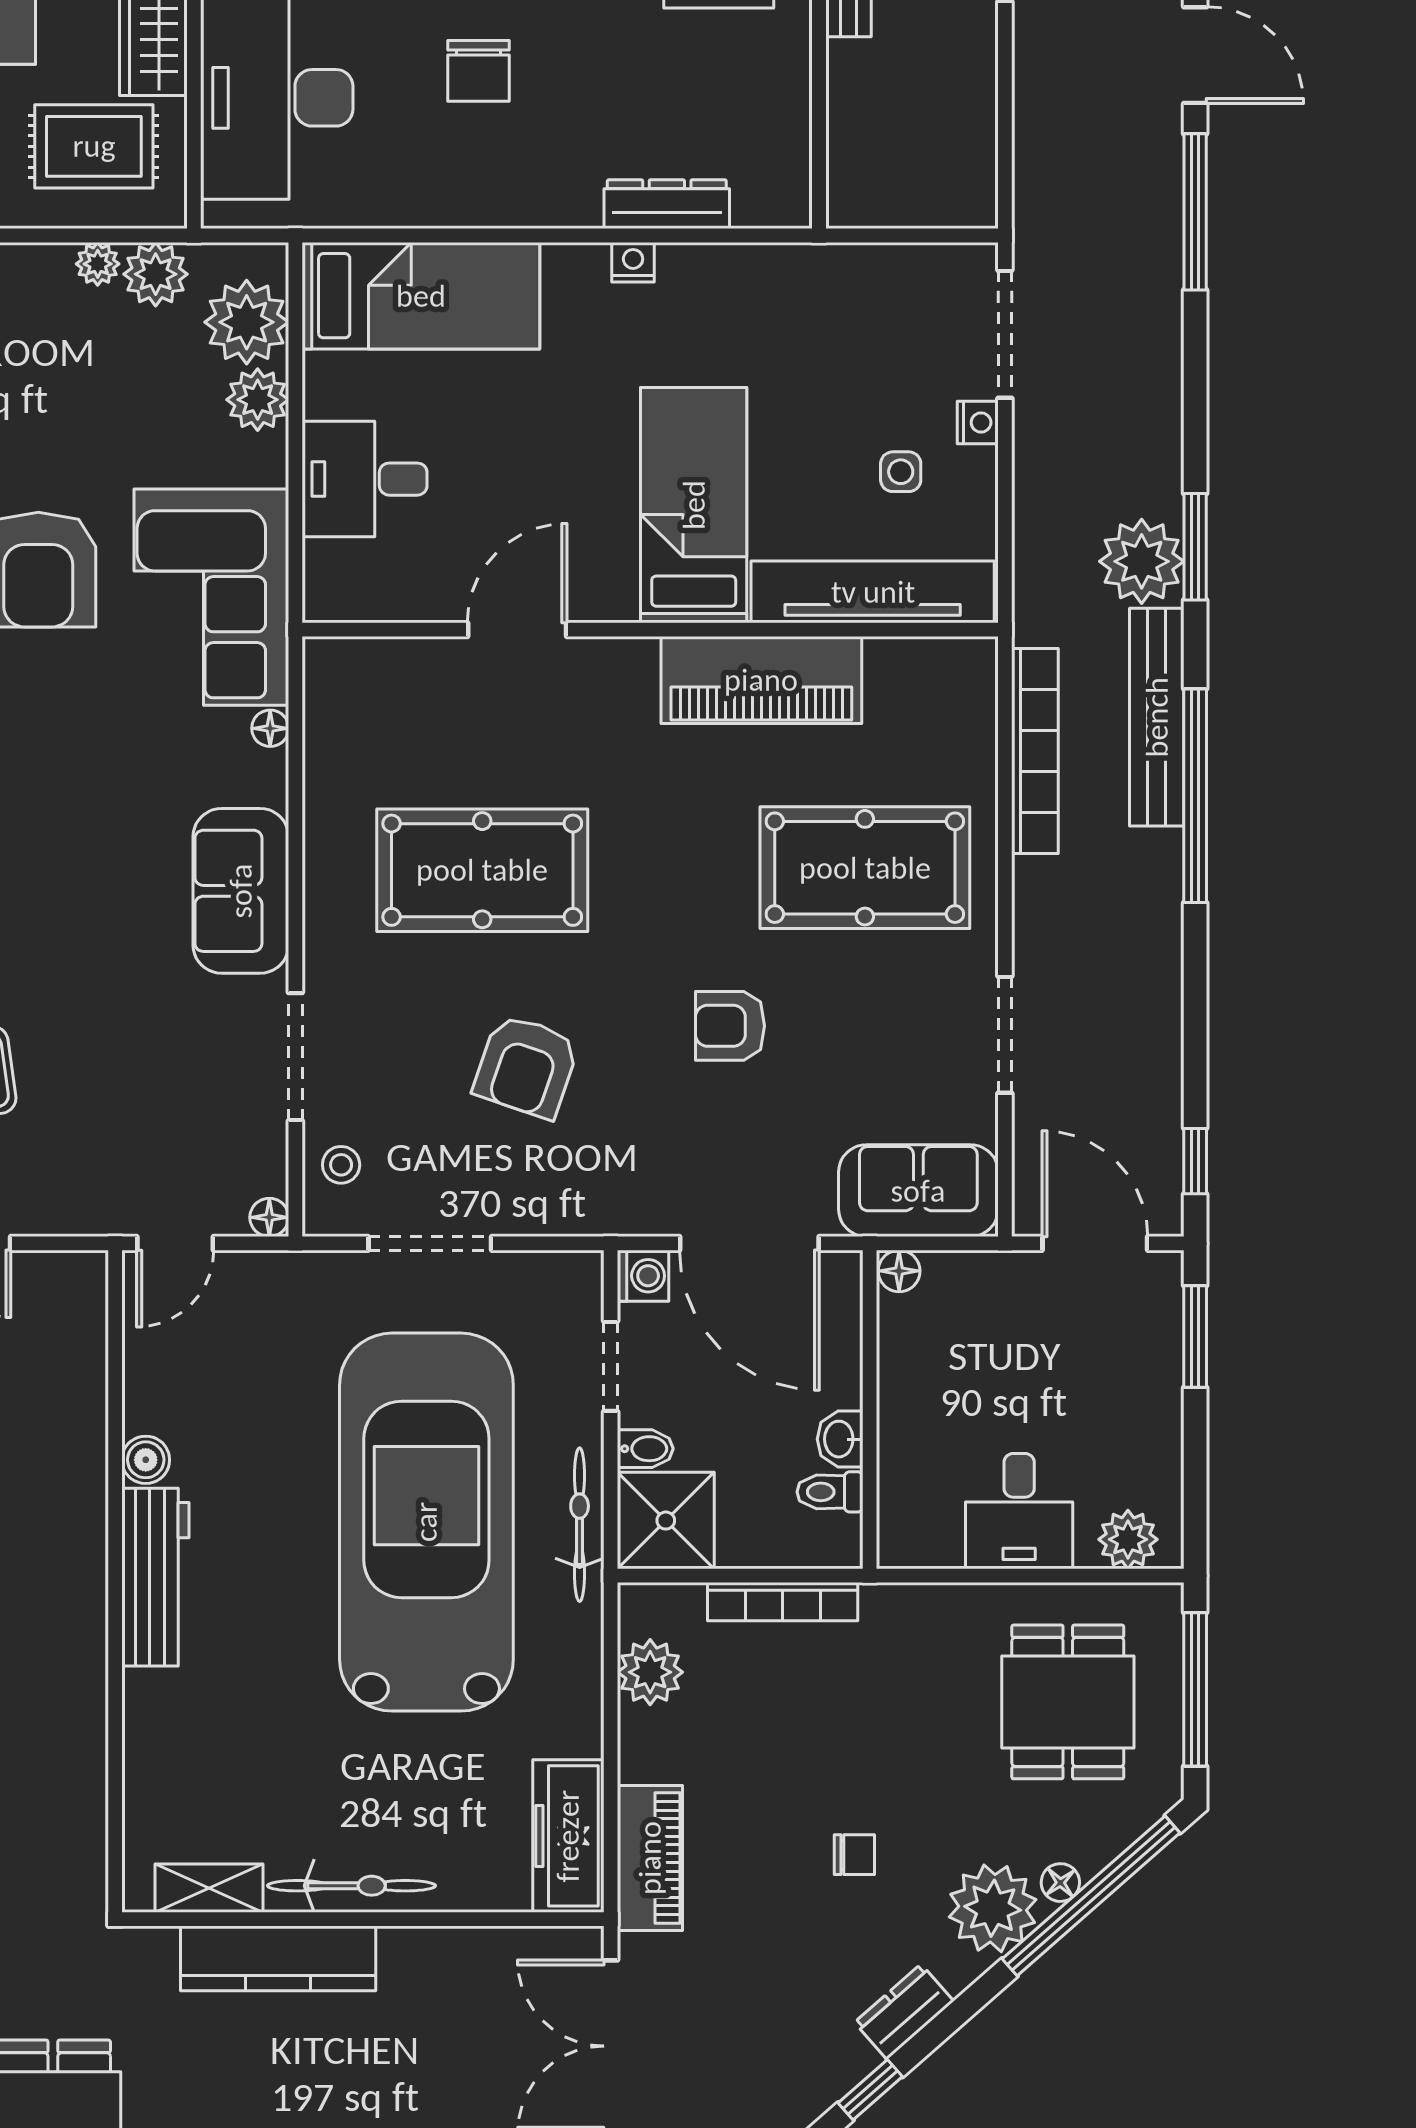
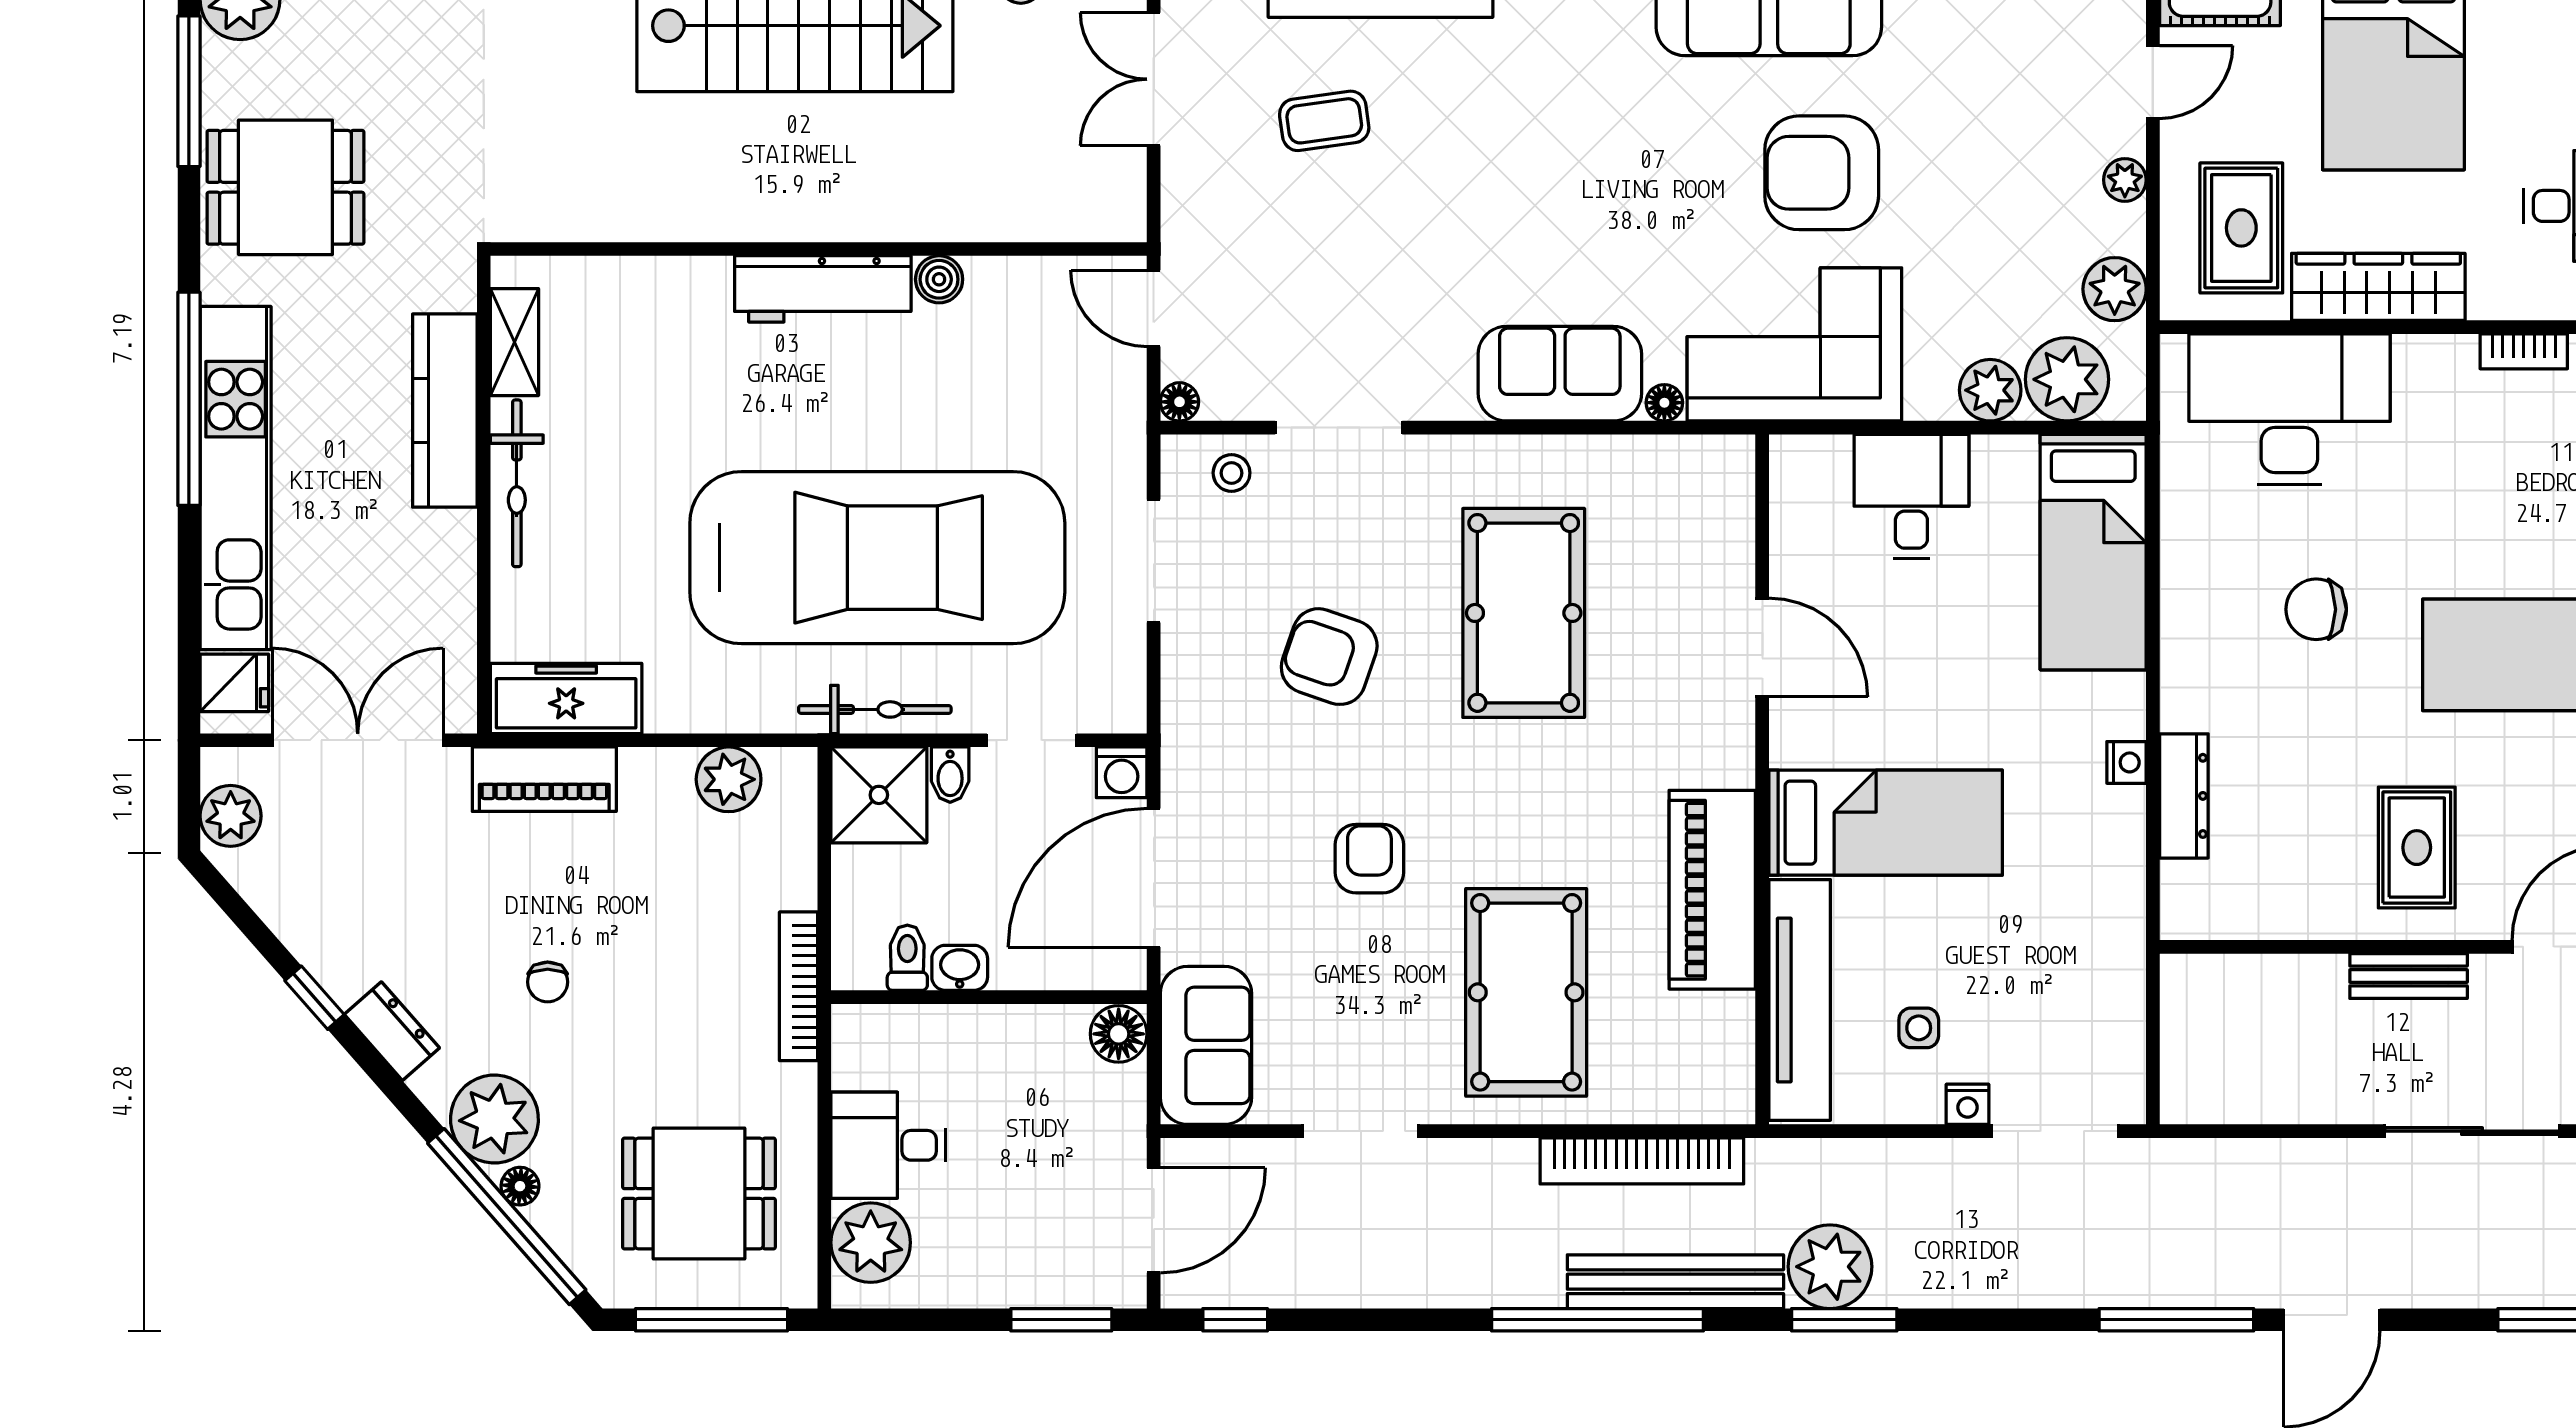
plant: (98, 264) -> (2125, 180), moved
sofa: (241, 891) -> (1560, 374), moved
floor lamp: (899, 1271) -> (1119, 1034), width x1.37, depth x1.37
plant: (1128, 1539) -> (871, 1243), width x1.36, depth x1.36
bookcase: (783, 1602) -> (799, 986), moved

